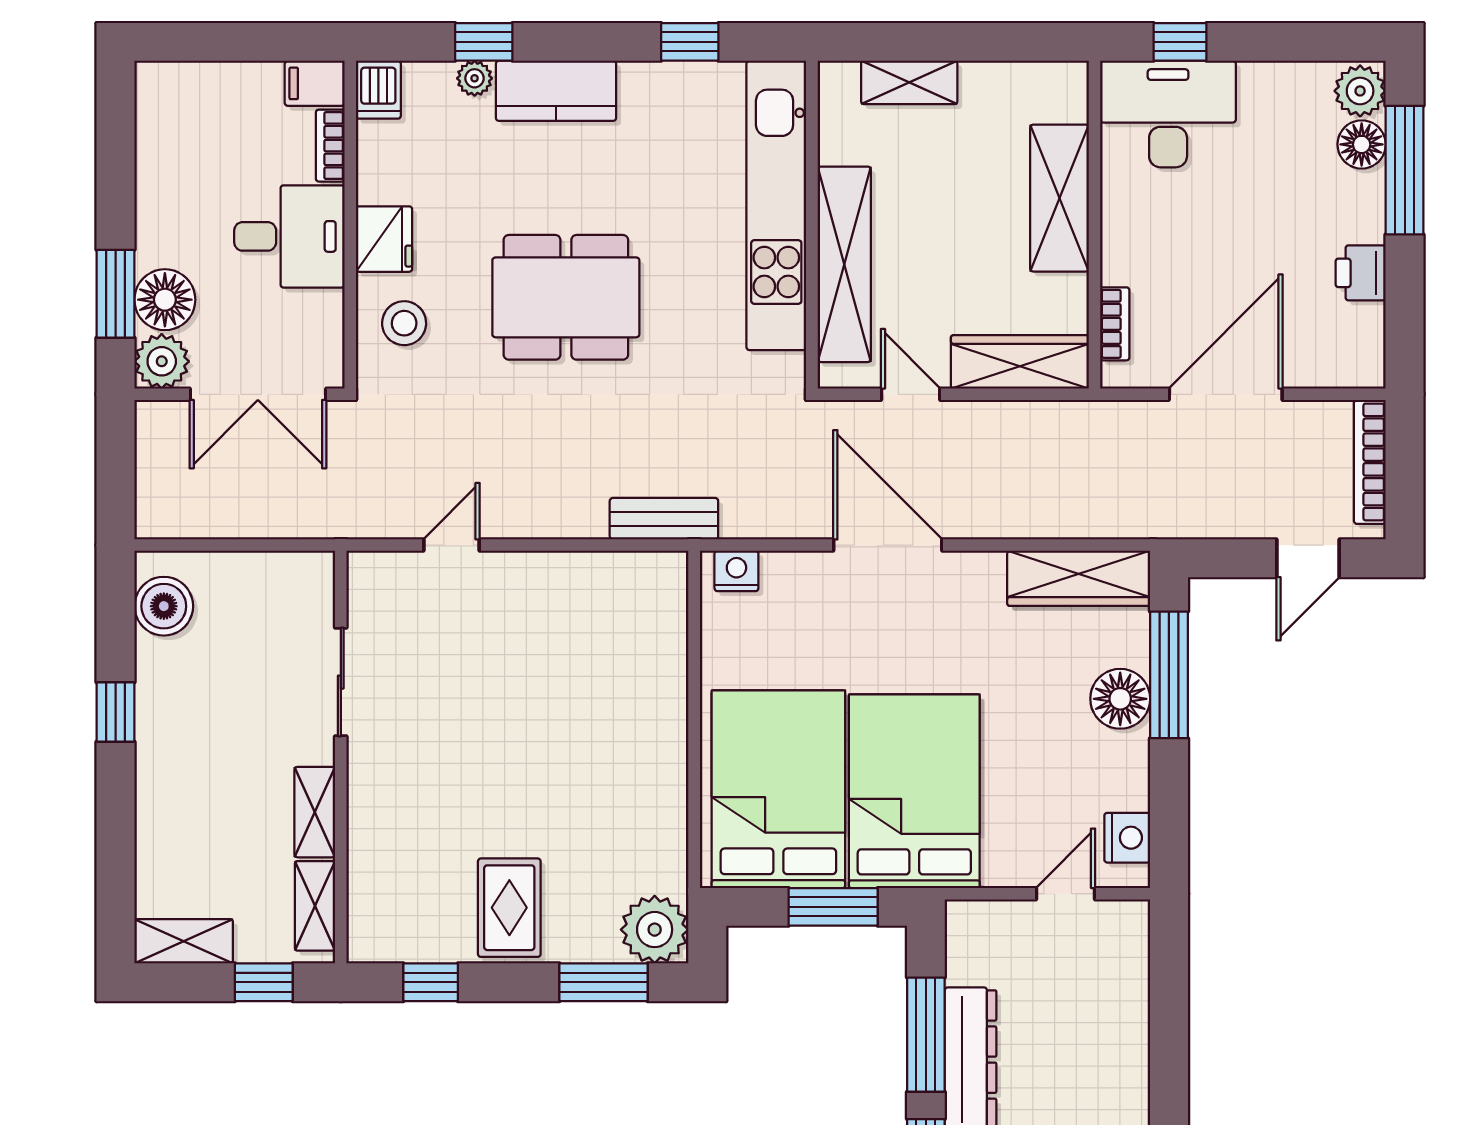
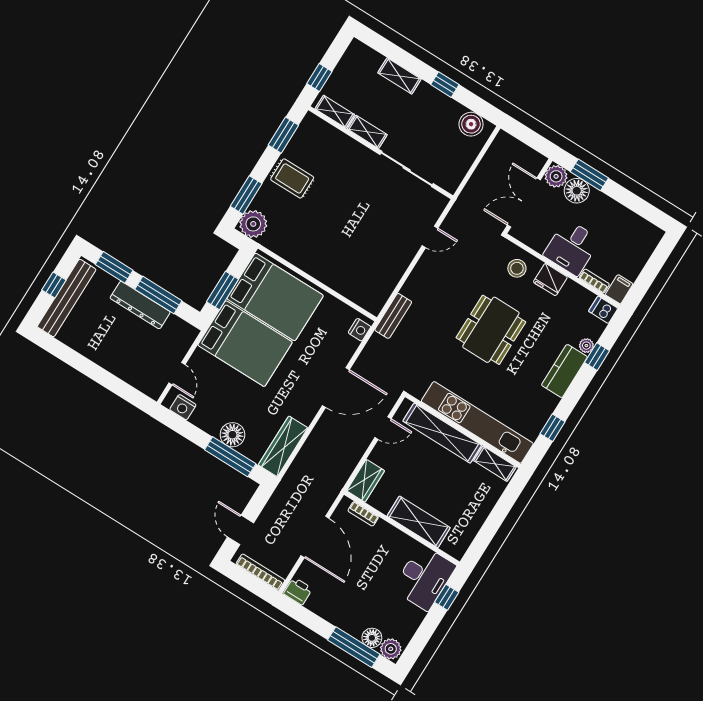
shelving: (909, 82) -> (495, 464), moved, turned 90
printer: (1361, 273) -> (298, 591), moved
wardrobe: (1020, 362) -> (366, 481), width x0.67
door: (452, 545) -> (430, 237), hinge flipped
sliding door: (341, 682) -> (407, 169), width x1.37
shelving: (184, 941) -> (399, 76), moved, turned 90
window: (431, 982) -> (283, 135), width x1.50

